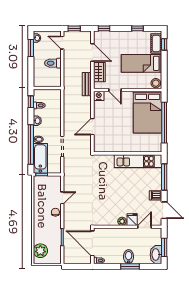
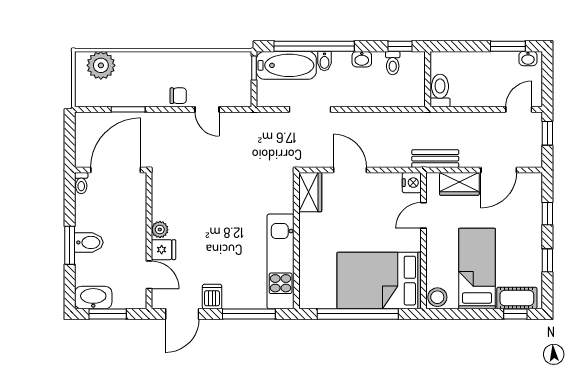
window: (104, 28) -> (547, 214), moved
toilet: (53, 63) -> (440, 91), moved
wardrobe: (103, 146) -> (310, 192), added

